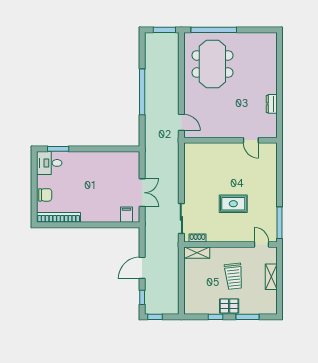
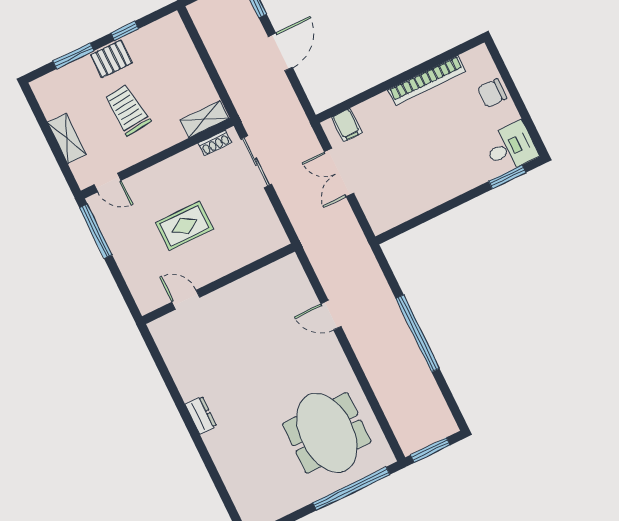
wall: (230, 140) -> (218, 284), moved
door: (251, 140) -> (186, 300), moved
bookcase: (59, 217) -> (427, 80), moved

